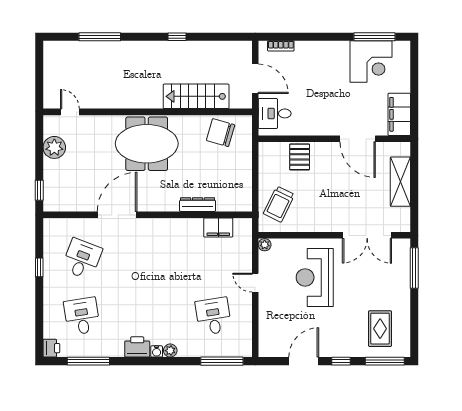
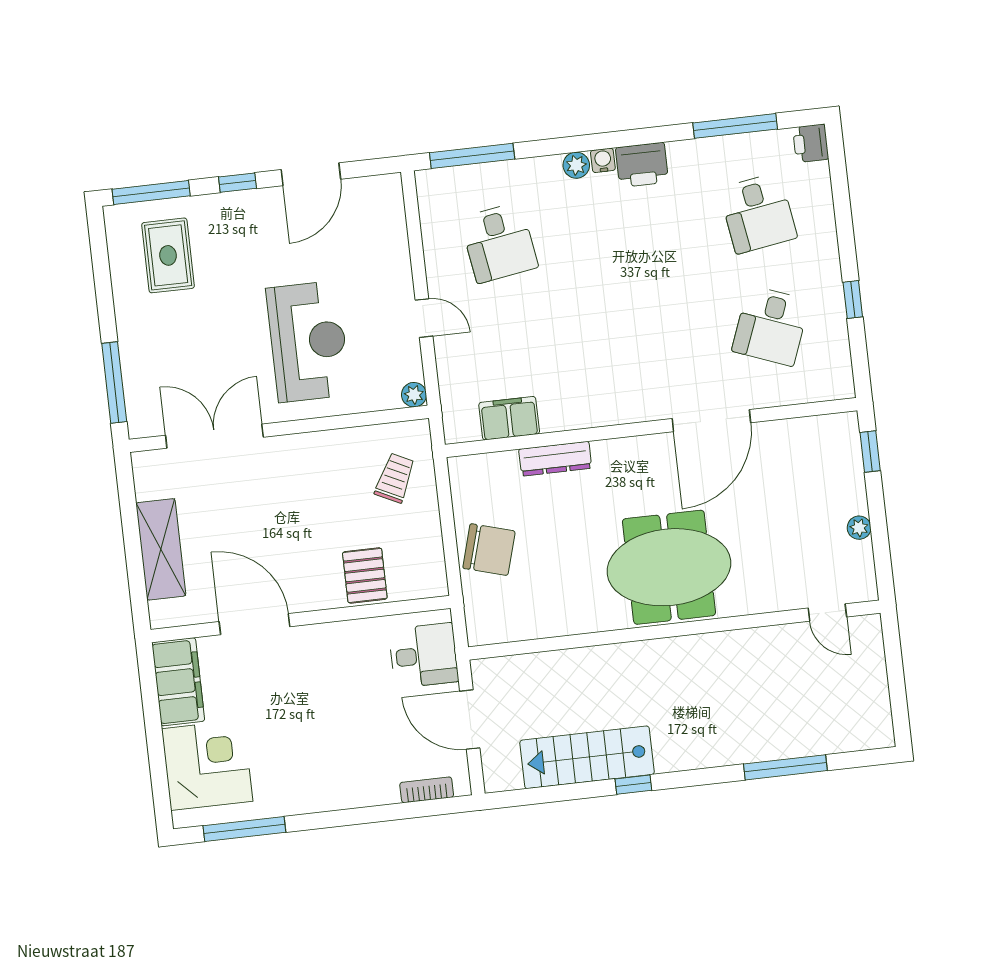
corner desk: (371, 62) -> (207, 765), moved, turned 90
stairs: (196, 96) -> (587, 757), moved, turned 180
chair: (221, 133) -> (489, 550), moved
plant: (54, 147) -> (859, 528), width x0.53, depth x0.53
trolley: (279, 204) -> (395, 478), width x0.73, depth x0.72

